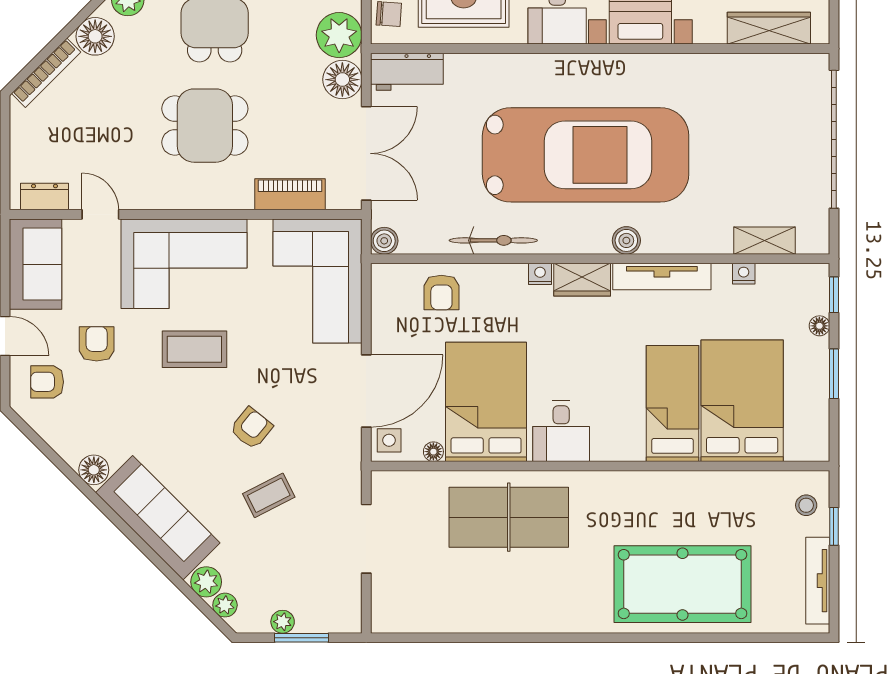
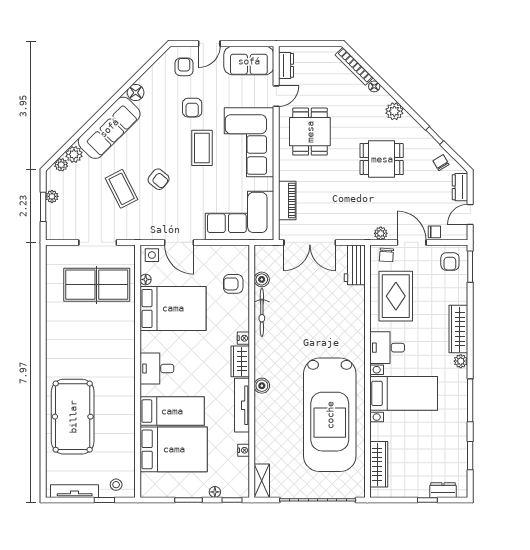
plant: (339, 35) -> (381, 233), width x0.53, depth x0.53
floor lamp: (95, 36) -> (374, 86), width x0.53, depth x0.53
floor lamp: (342, 80) -> (350, 229), removed
dining table: (205, 126) -> (310, 132), moved
car: (586, 155) -> (330, 415), moved
boiler: (384, 241) -> (262, 279), moved
shelving: (764, 241) -> (262, 481), moved
armchair: (97, 344) -> (192, 108), moved, turned 90
door: (366, 391) -> (179, 242), width x0.73
desk: (561, 431) -> (157, 368), moved
coffee table: (269, 495) -> (122, 189), width x1.36, depth x1.30
table tennis table: (509, 517) -> (97, 285), moved, turned 90

